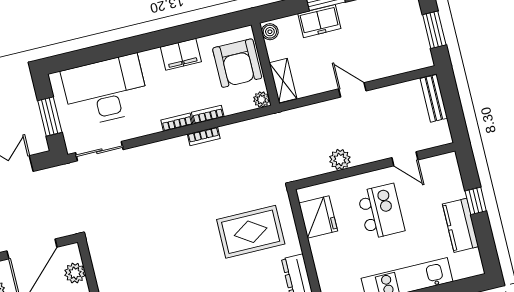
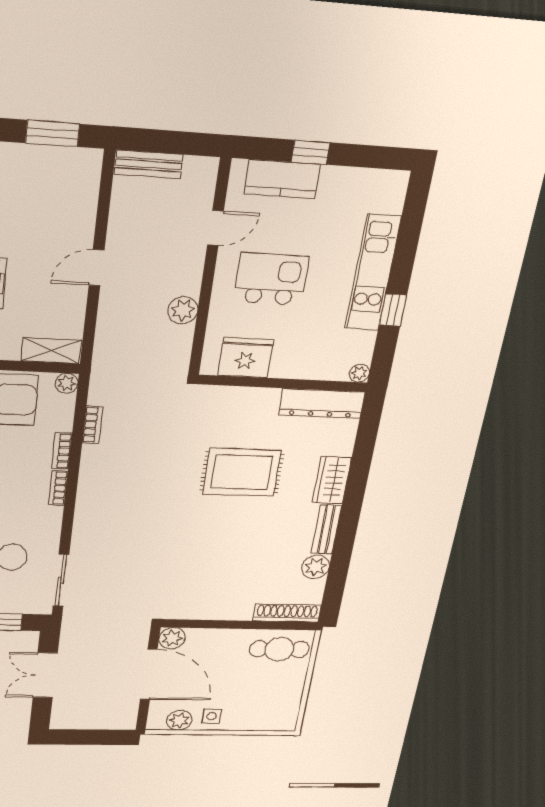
bookcase: (204, 136) -> (93, 425), moved
kitchen counter: (461, 225) -> (282, 179), moved
rug: (251, 232) -> (242, 472), moved, turned 90
plant: (75, 273) -> (172, 638), moved

